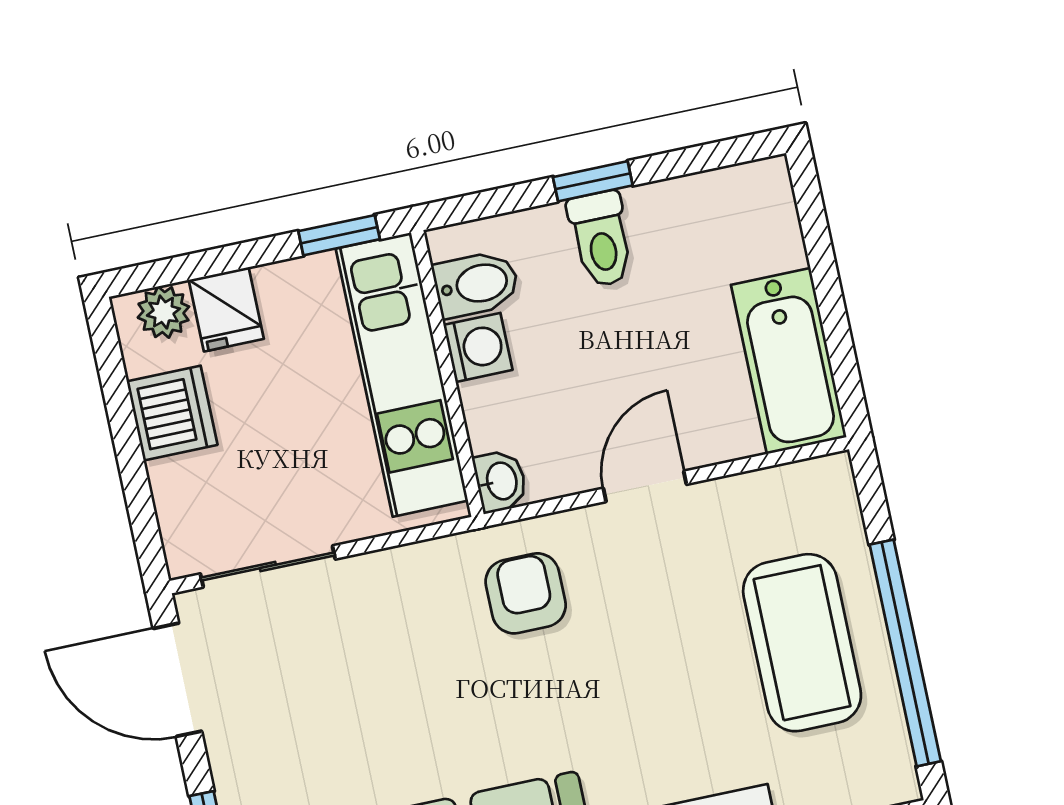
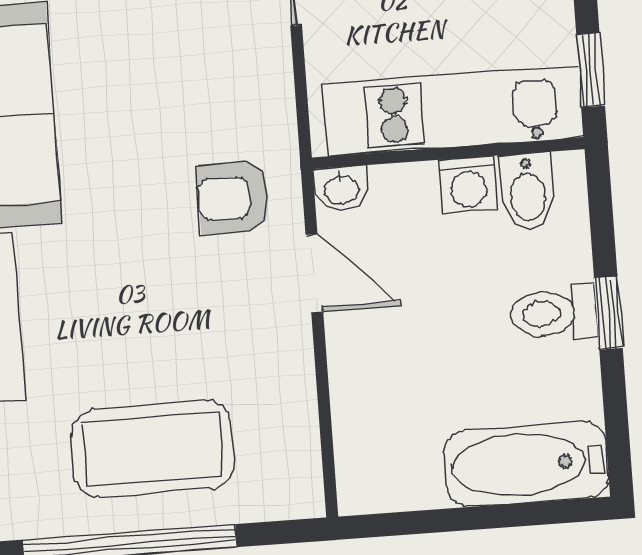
bathtub: (789, 361) -> (526, 464), moved
door: (645, 486) -> (314, 274), moved
armchair: (526, 593) -> (234, 198), turned 180

